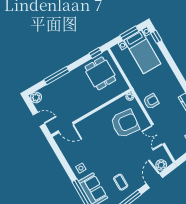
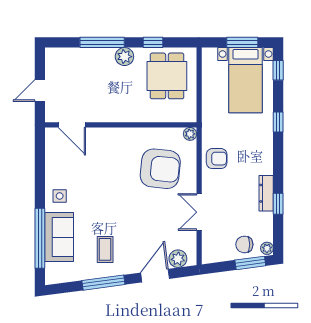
window: (96, 53) -> (153, 42), moved
window: (172, 64) -> (278, 122), added
plant: (36, 97) -> (124, 57), moved
door: (39, 119) -> (40, 91), swing flipped

